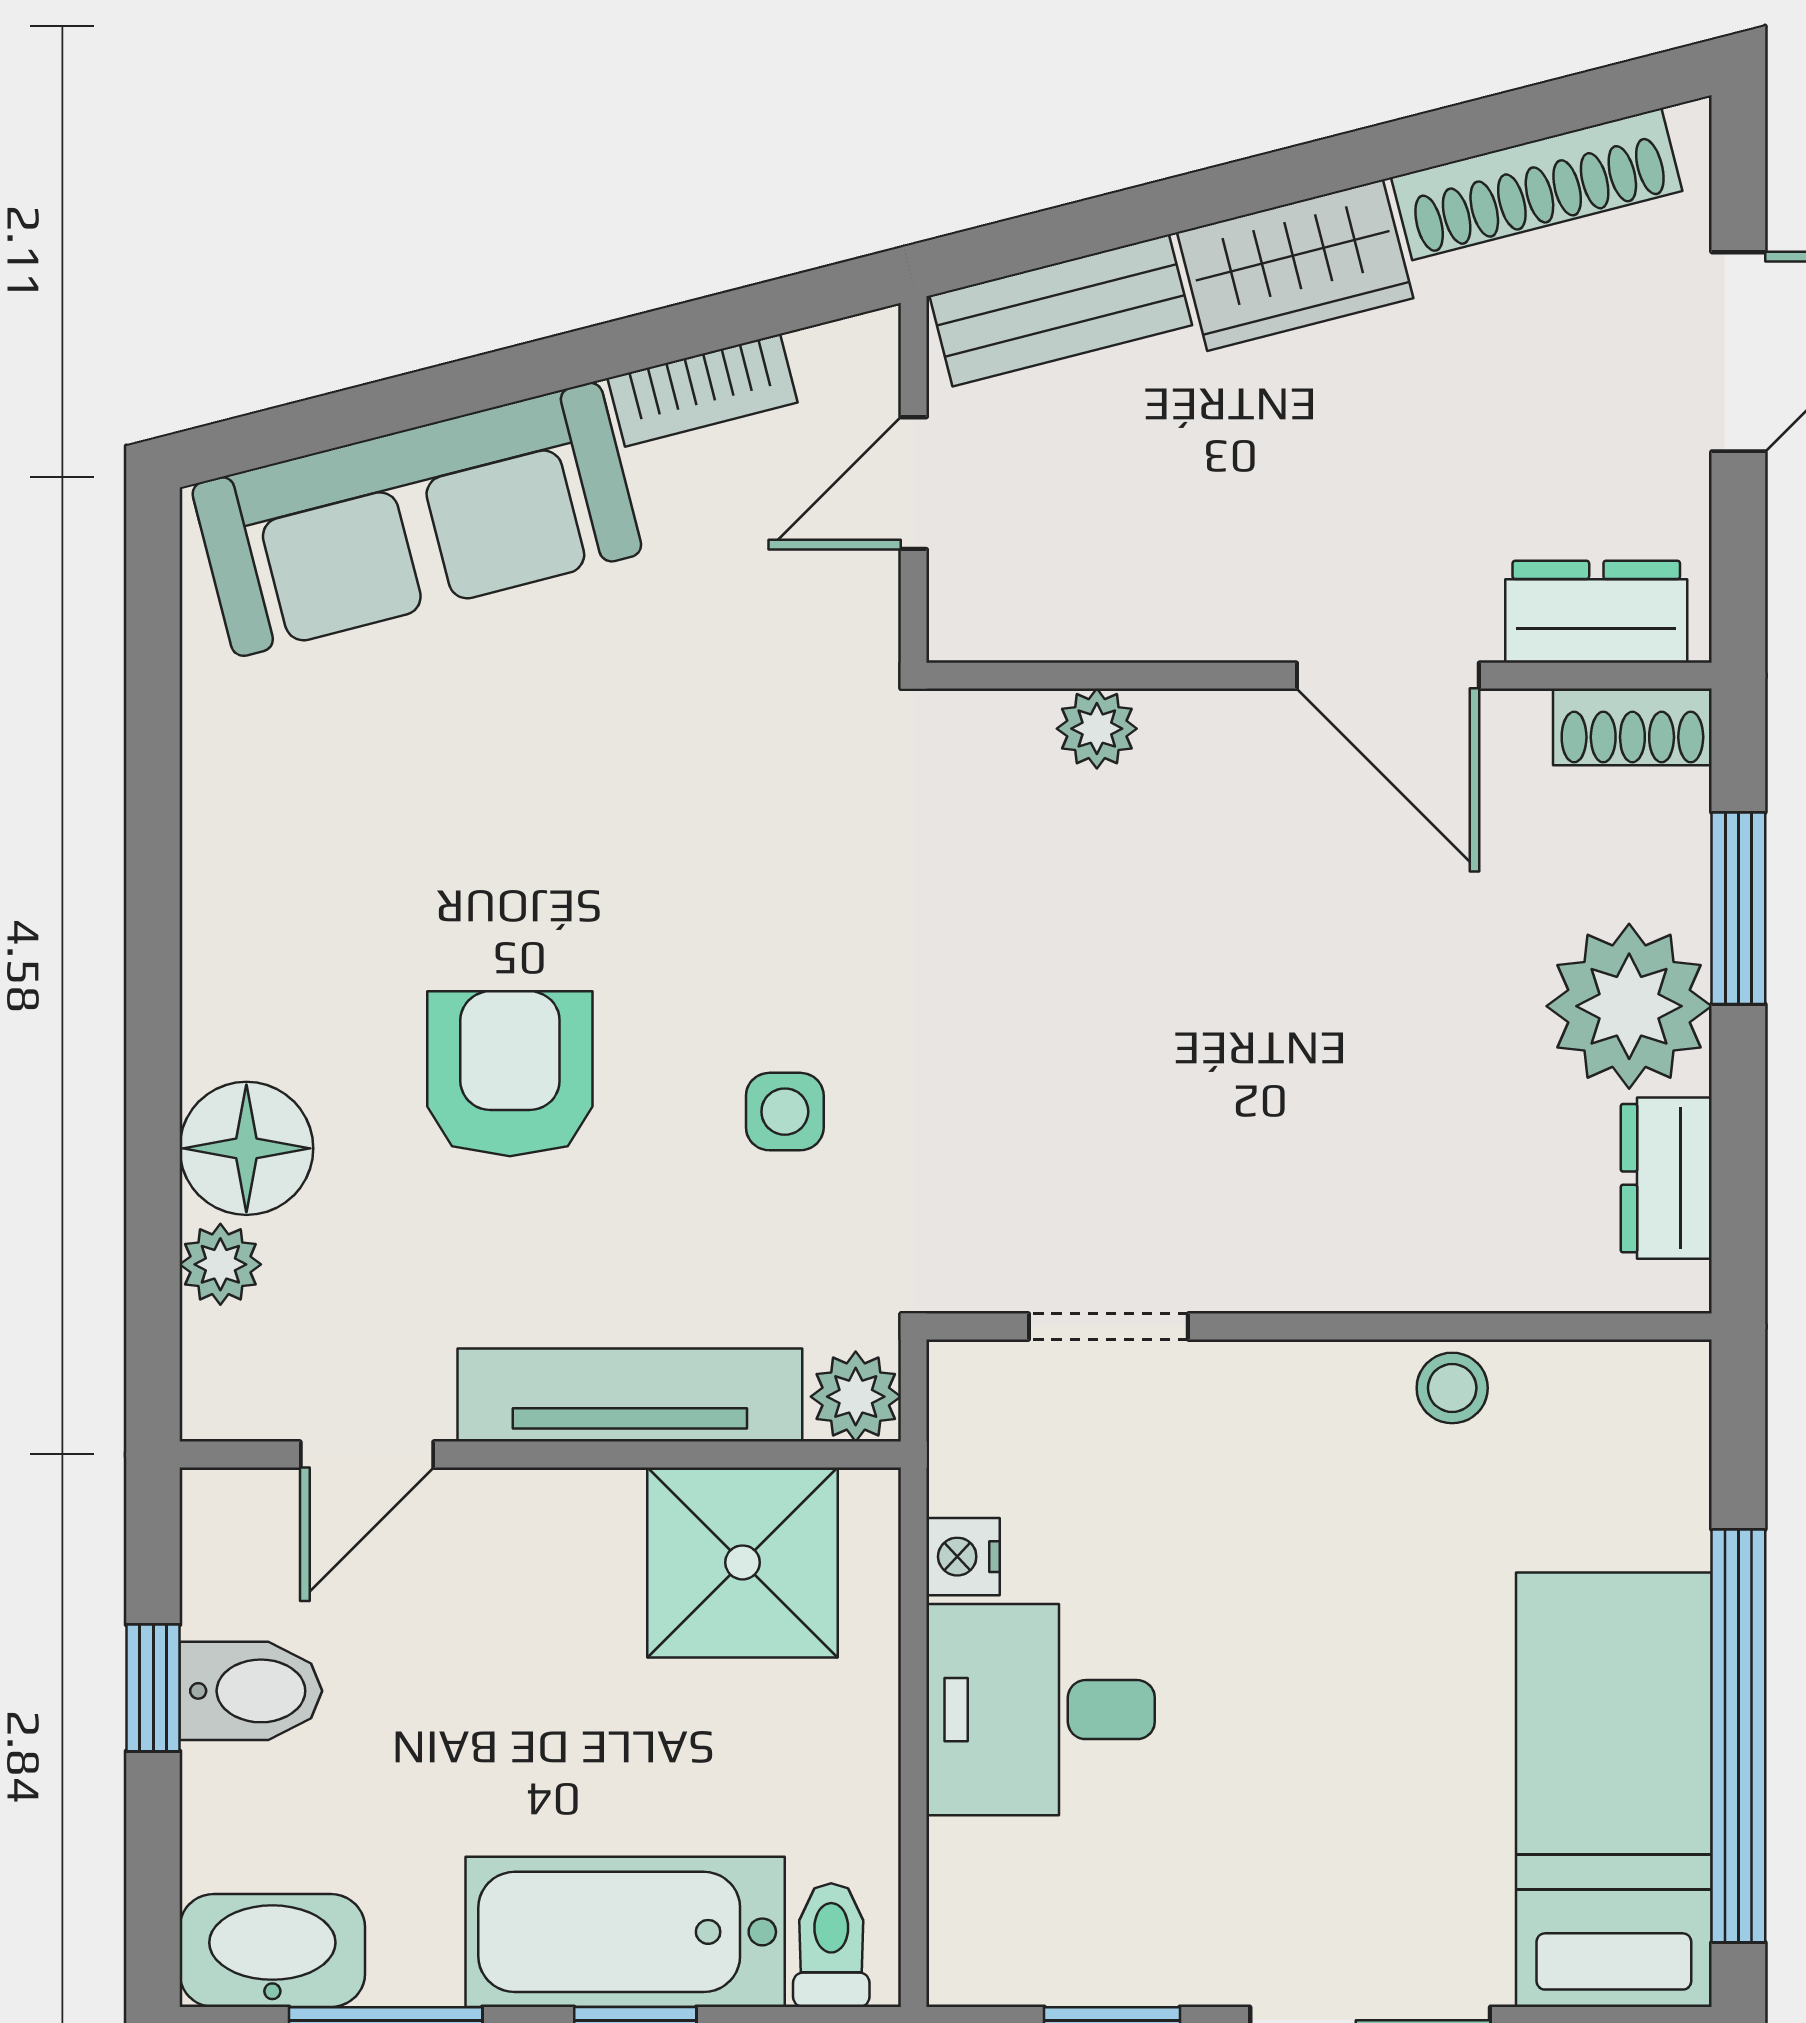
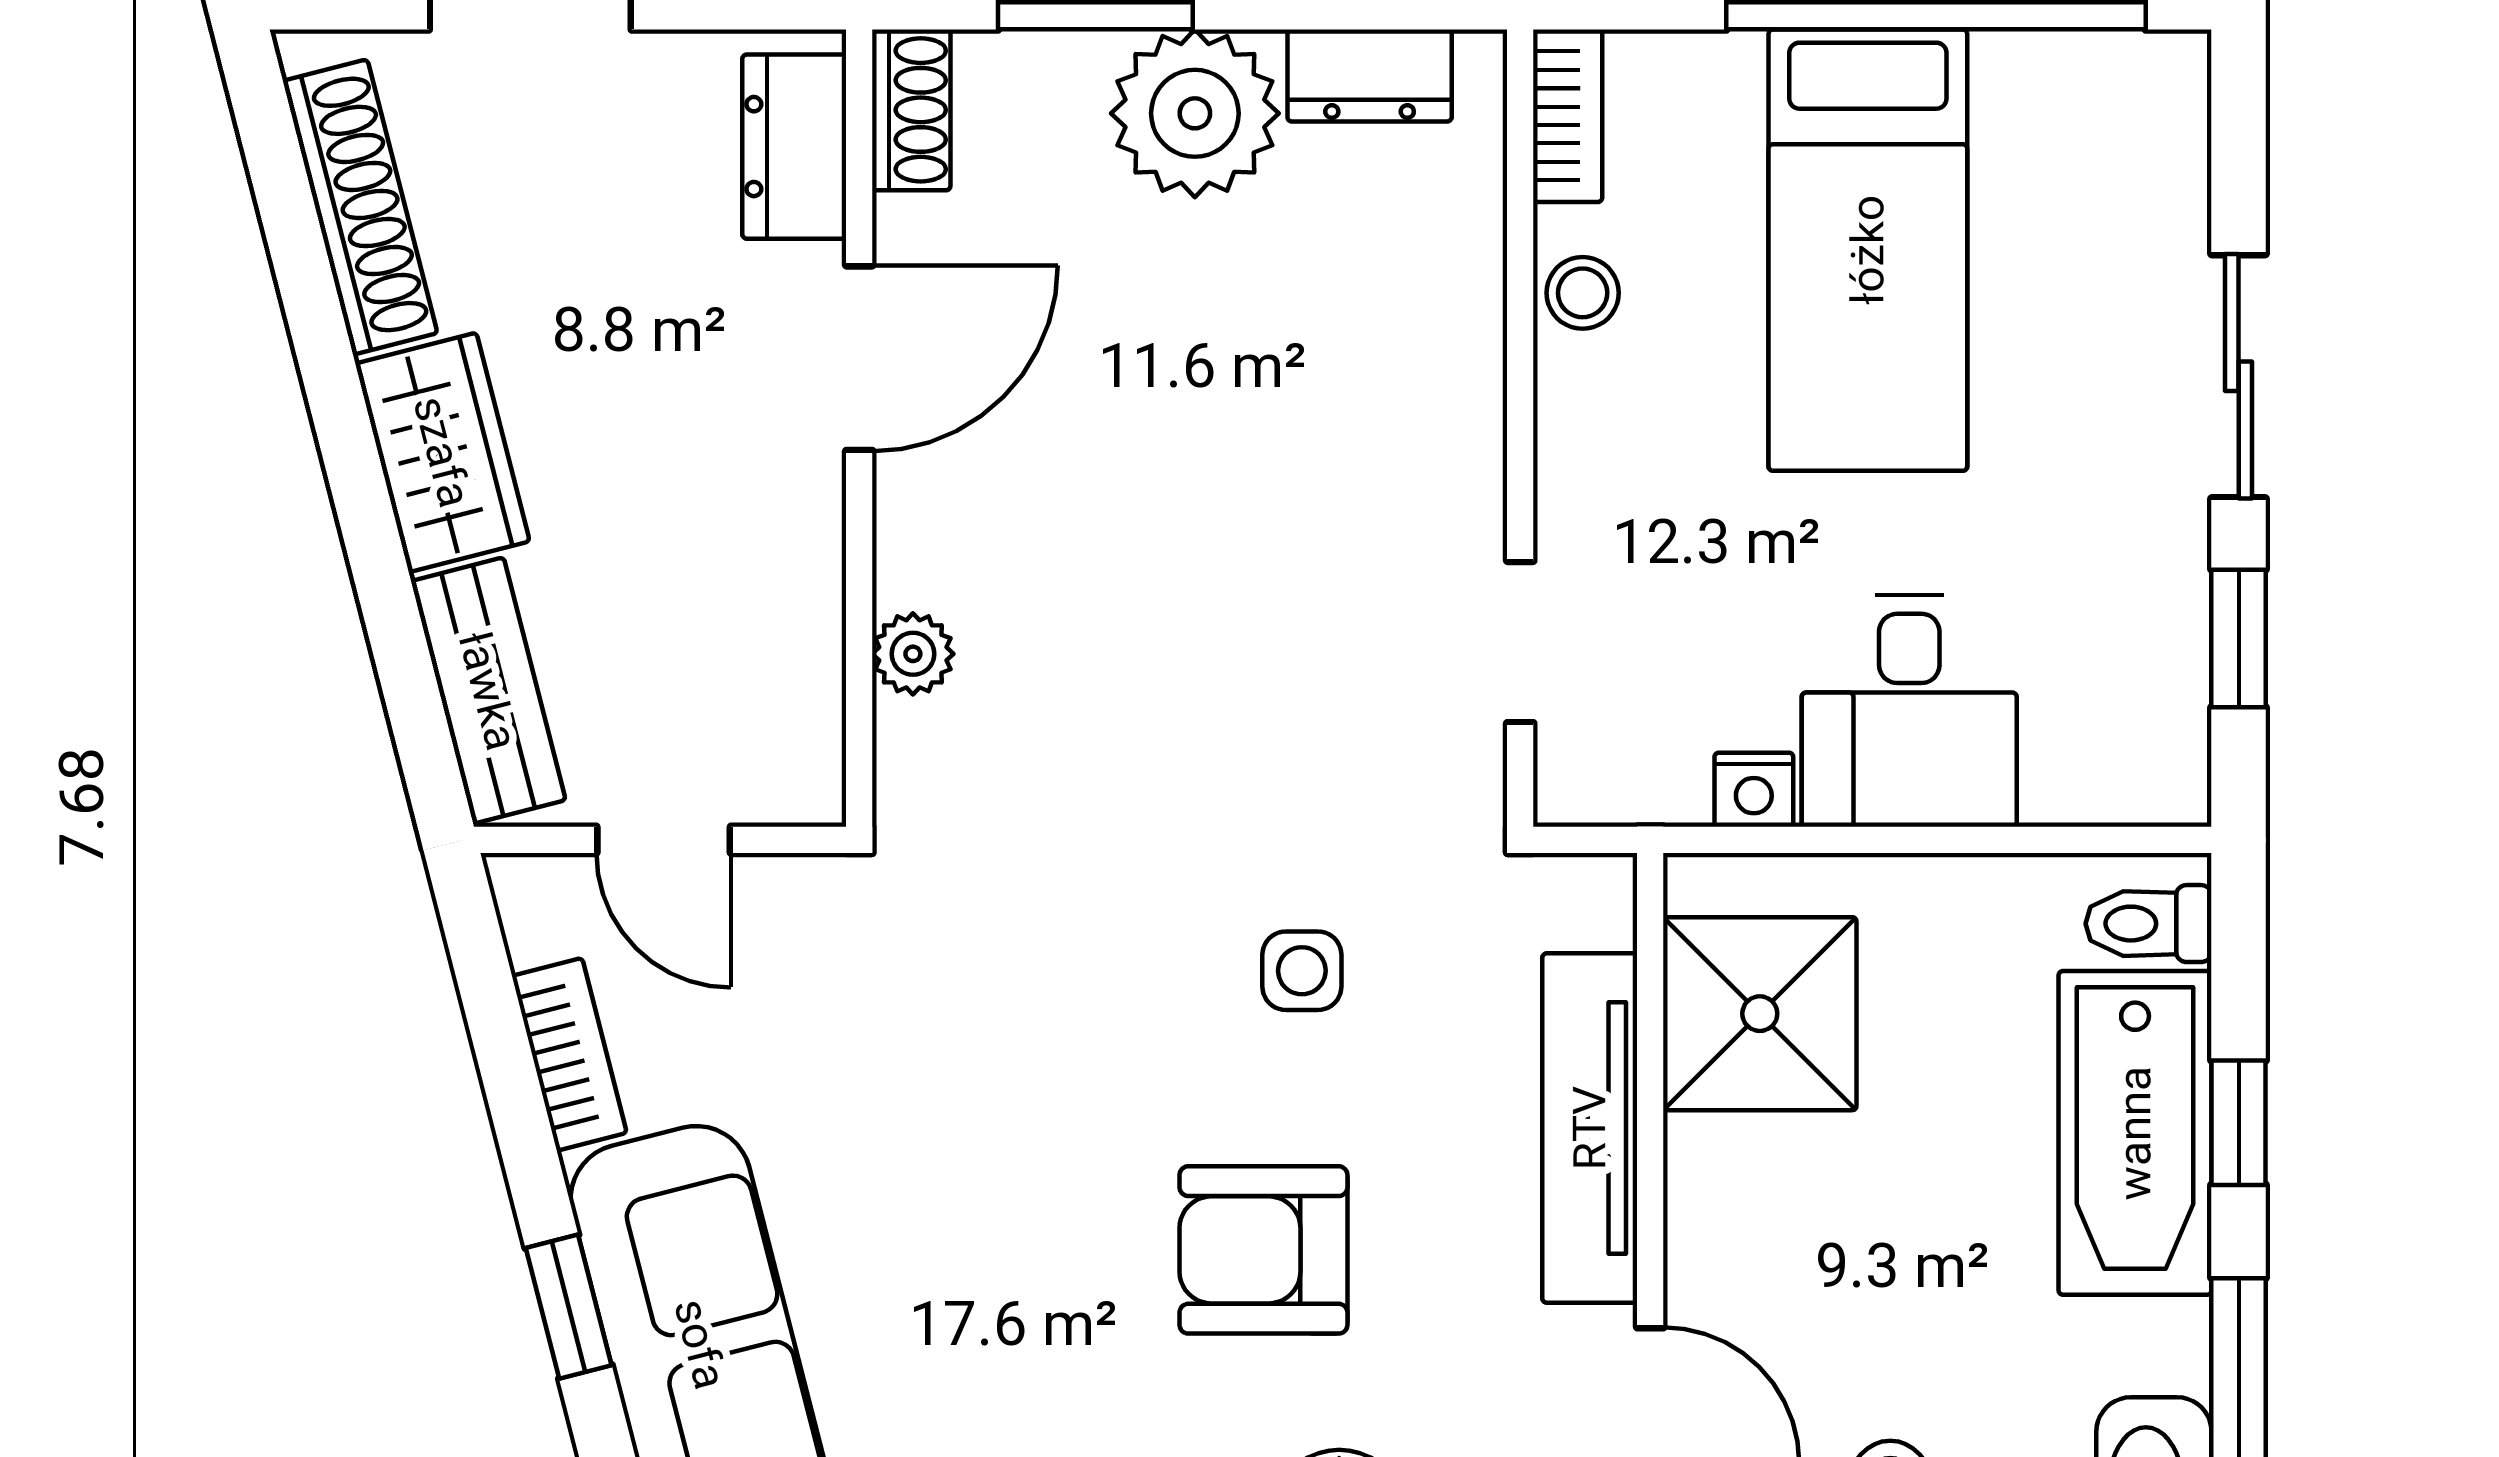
window: (454, 390) -> (569, 1307), added
bookcase: (1627, 1373) -> (1568, 116), added
plant: (856, 1397) -> (1591, 899), removed
bed: (1614, 1790) -> (1868, 250), moved, turned -90

